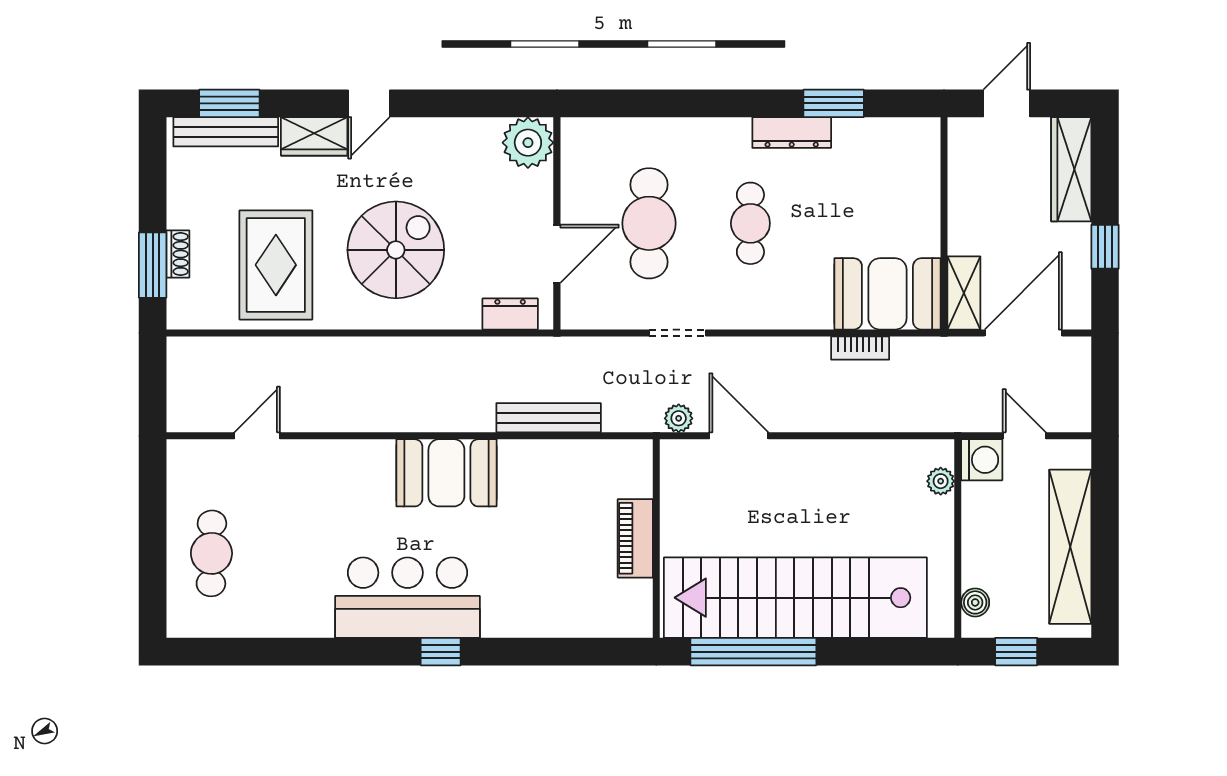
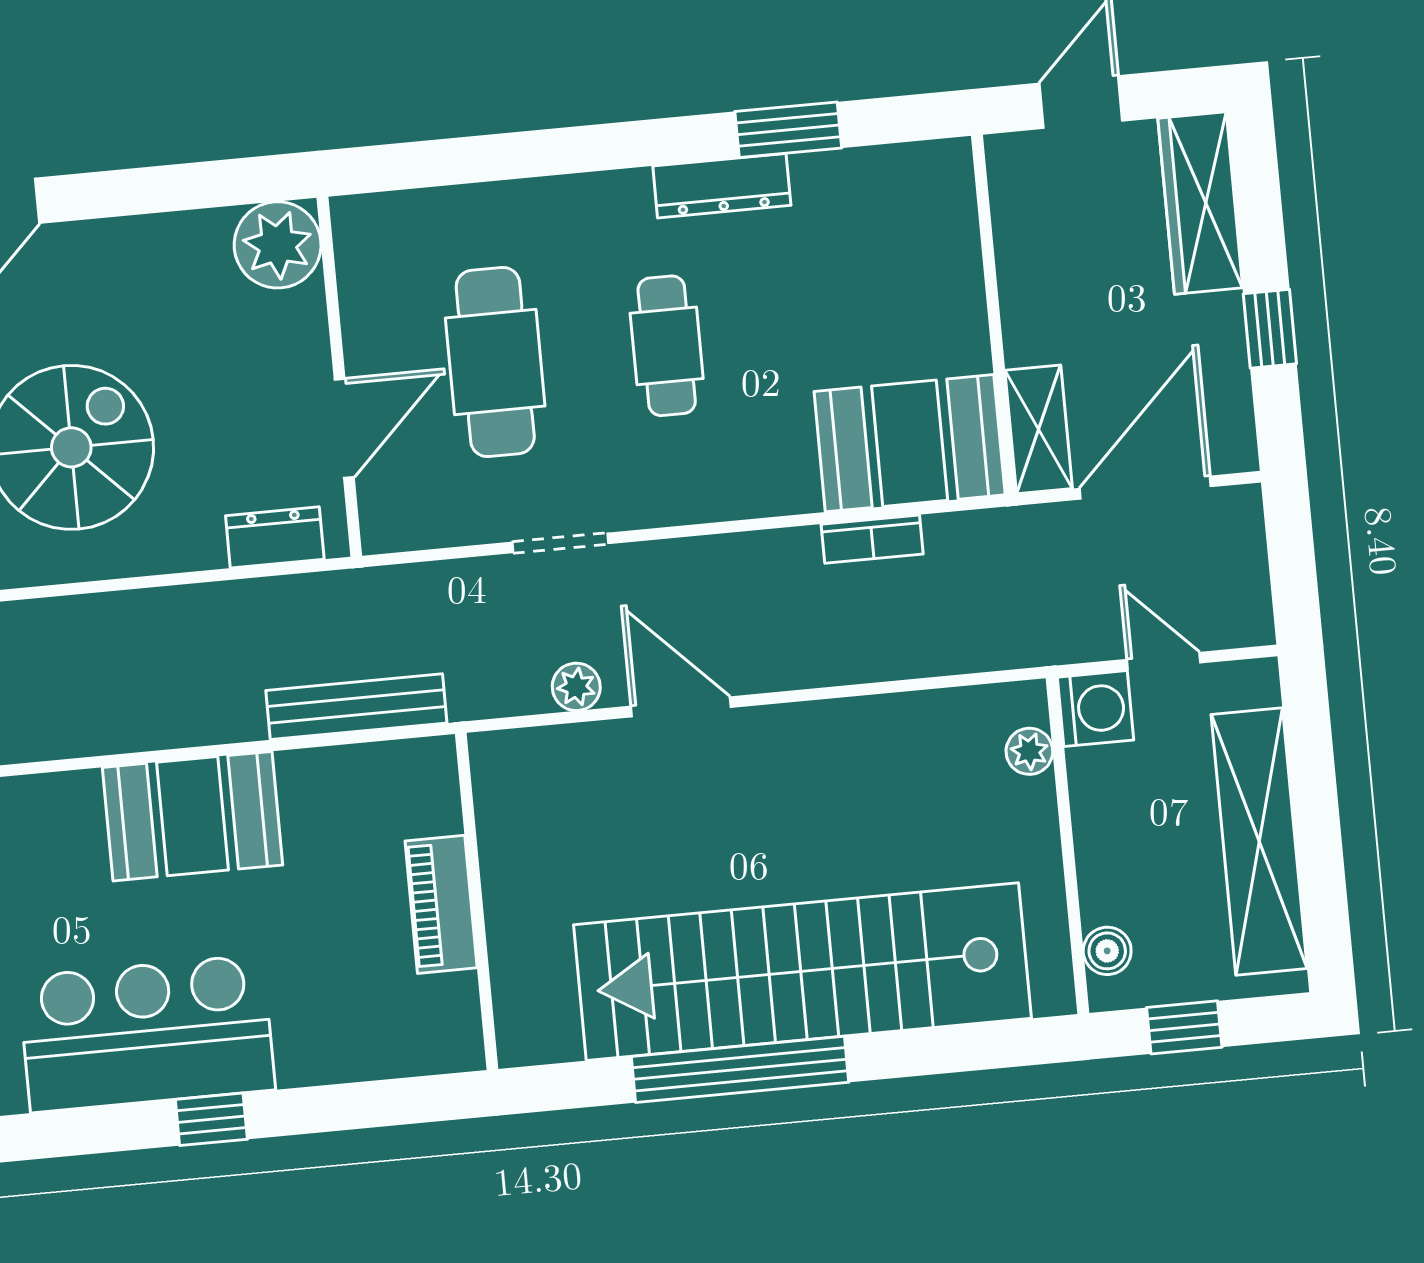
piano: (635, 538) -> (441, 904), moved
wall: (656, 539) -> (477, 901), moved

